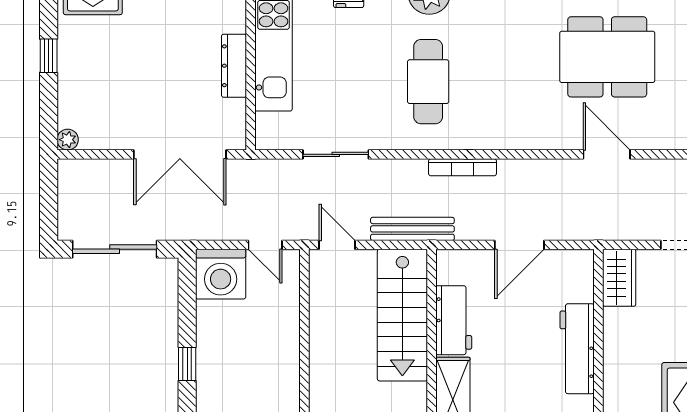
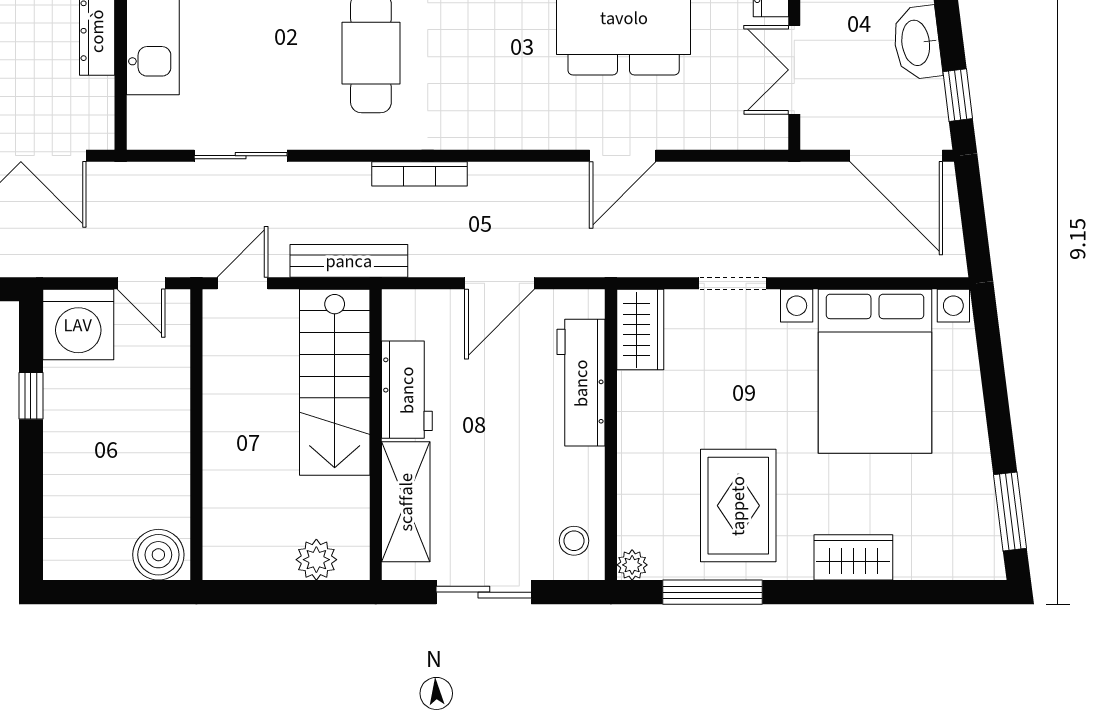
door: (607, 154) -> (623, 156), swing flipped
door: (337, 245) -> (242, 283), hinge flipped
workbench: (577, 349) -> (581, 383), moved
window: (187, 364) -> (31, 396), moved

